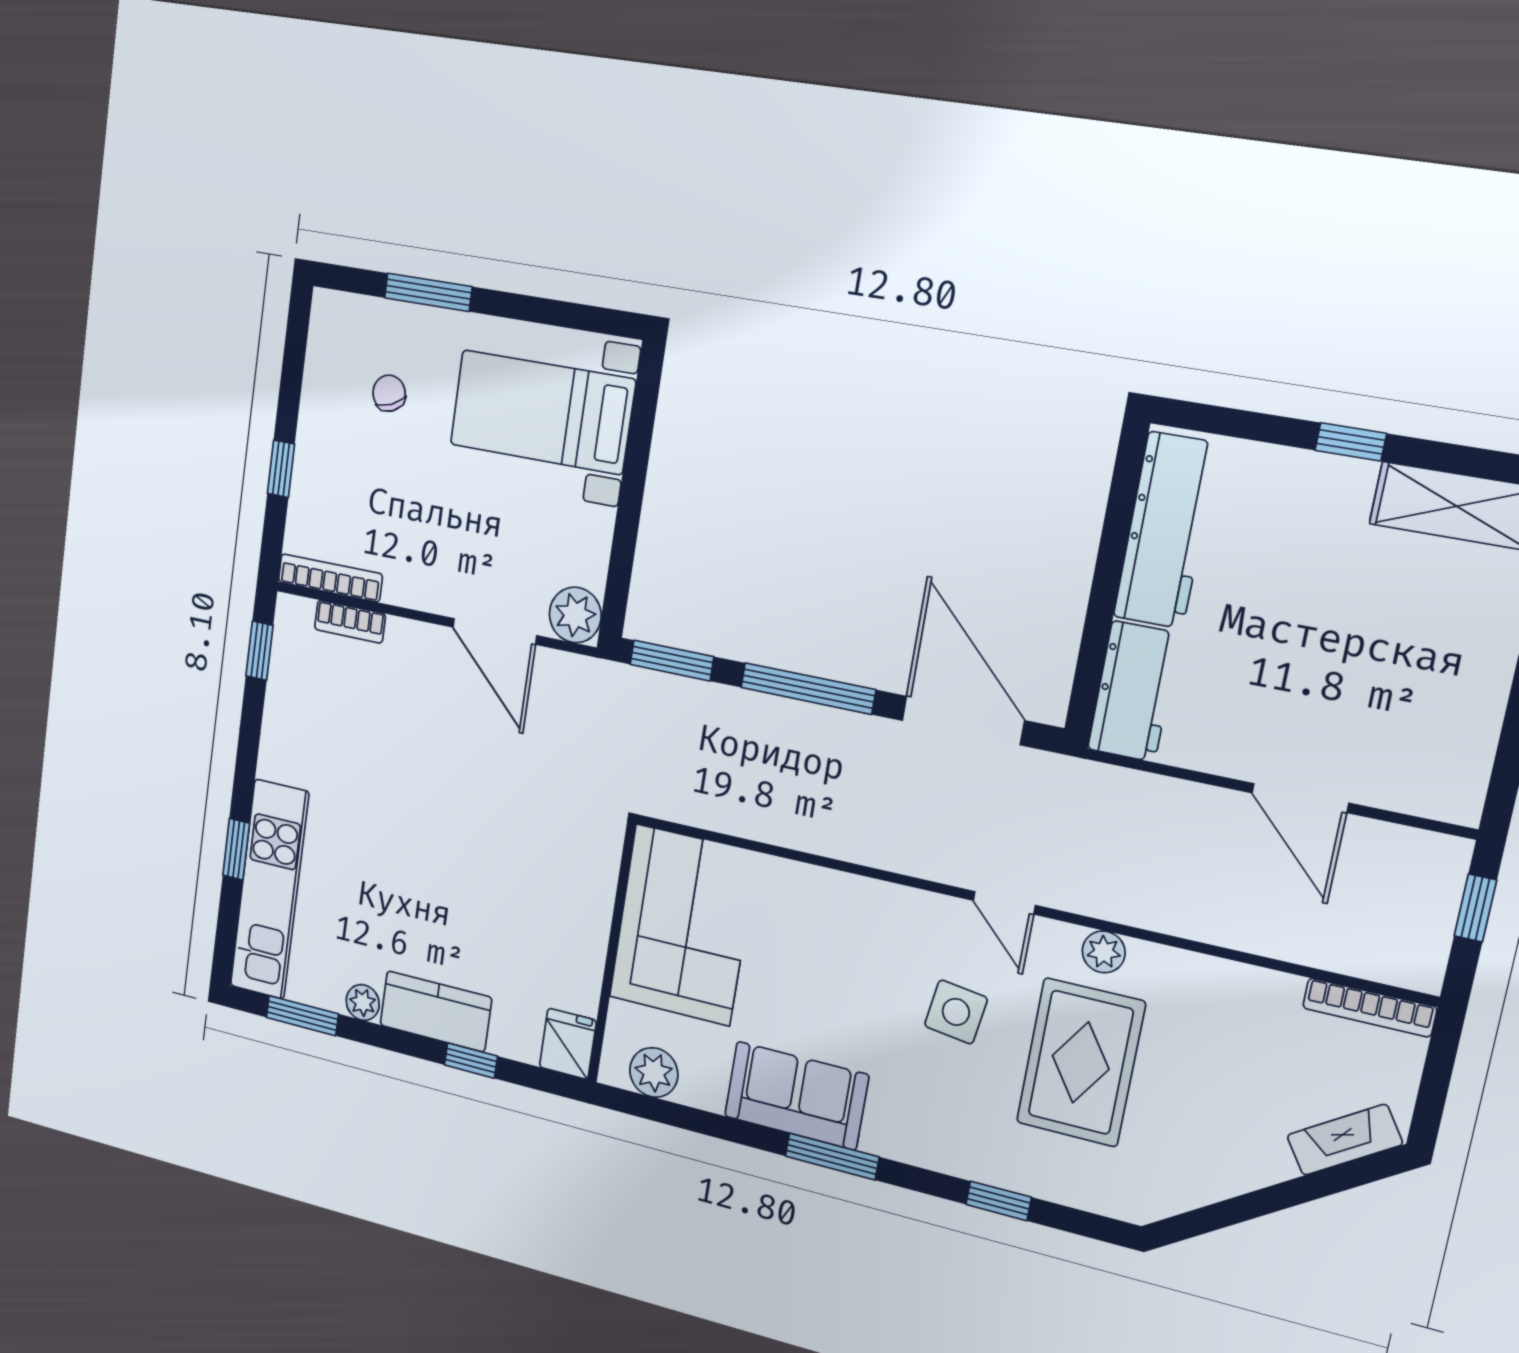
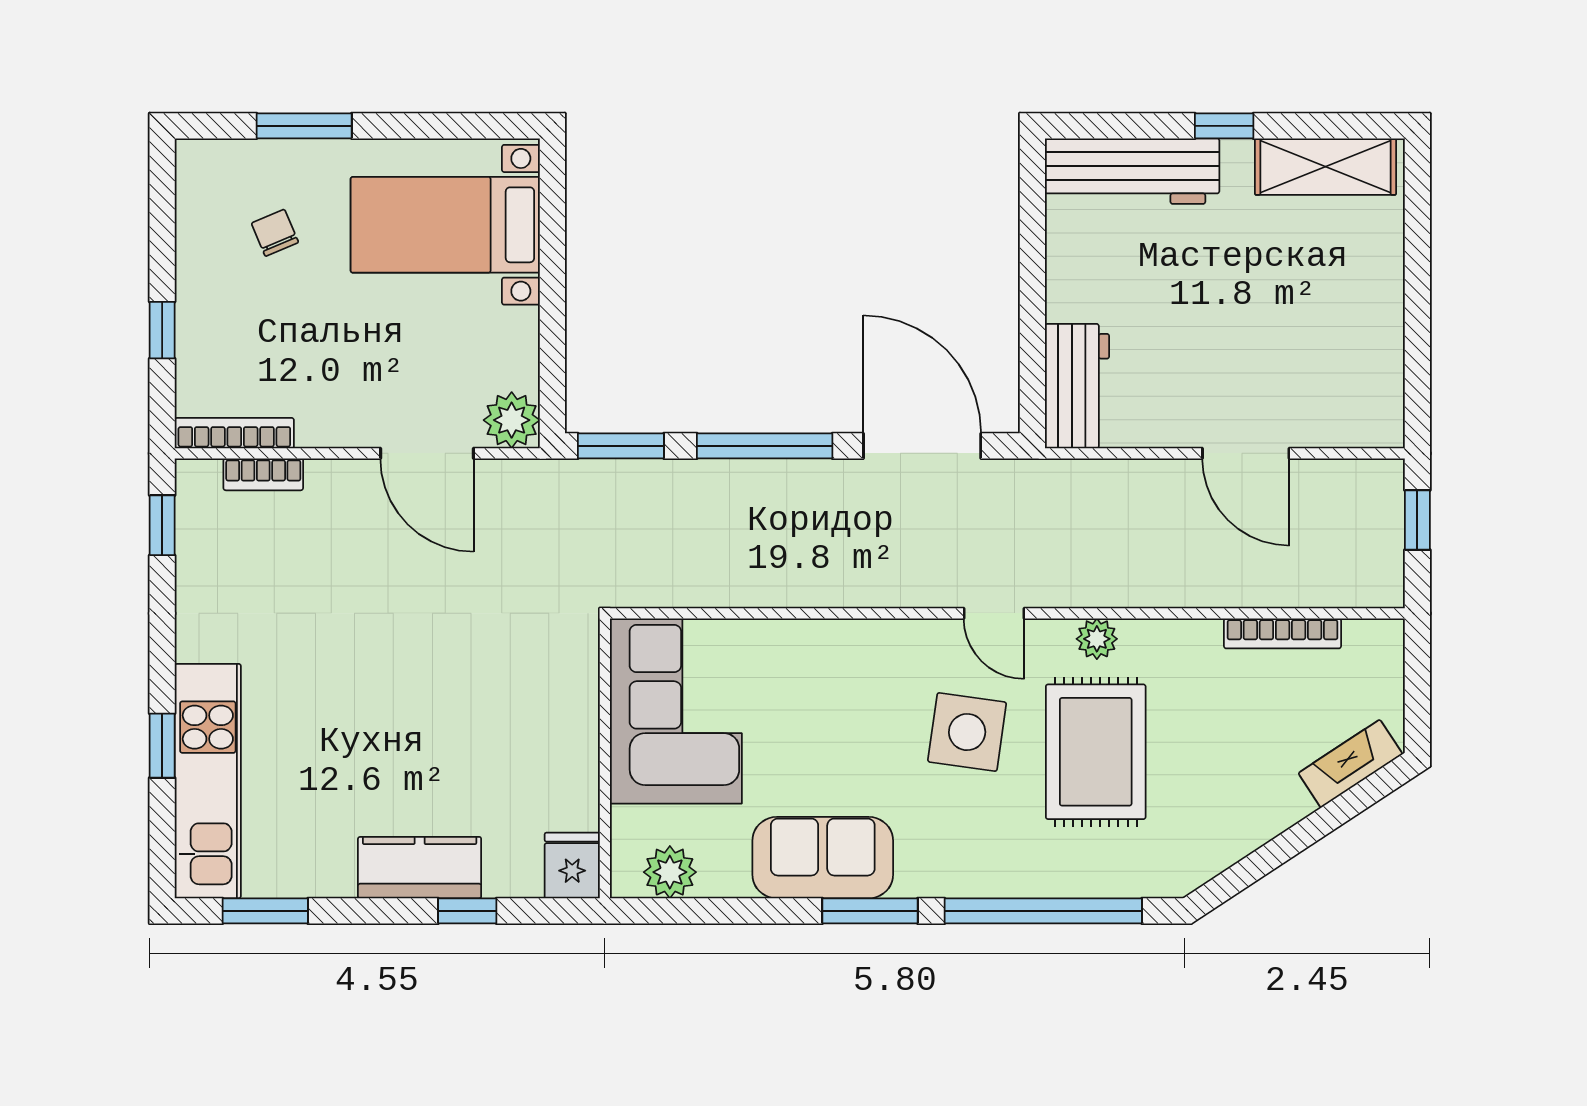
workbench: (1166, 530) -> (1132, 171), moved, turned 90
plant: (363, 1002) -> (334, 879), removed
bookcase: (1369, 1008) -> (1283, 633), moved
side table: (956, 1012) -> (967, 732), width x1.37, depth x1.37
window: (999, 1201) -> (1043, 911), width x3.17

